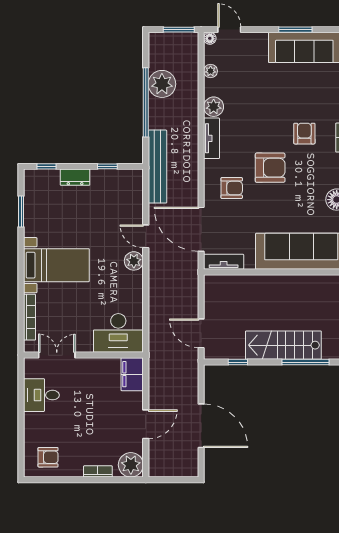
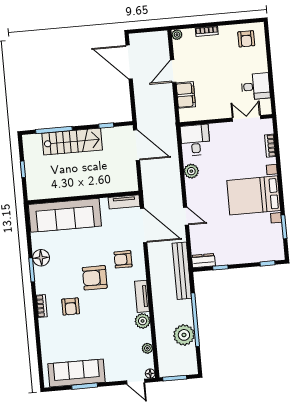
dresser: (75, 177) -> (203, 261), moved
plant: (134, 261) -> (191, 171), moved
bed with nightstands: (56, 265) -> (254, 195), width x1.36
bookcase: (30, 317) -> (270, 146), width x0.64
desk: (118, 333) -> (195, 140), width x0.73
door: (201, 333) -> (137, 145), width x1.36
double door: (57, 355) -> (247, 118), swing flipped
filing cabinet: (132, 374) -> (186, 95), moved
door: (201, 426) -> (129, 62), moved
armchair: (48, 457) -> (246, 39), turned -90
plant: (131, 465) -> (177, 35), width x0.53, depth x0.53

